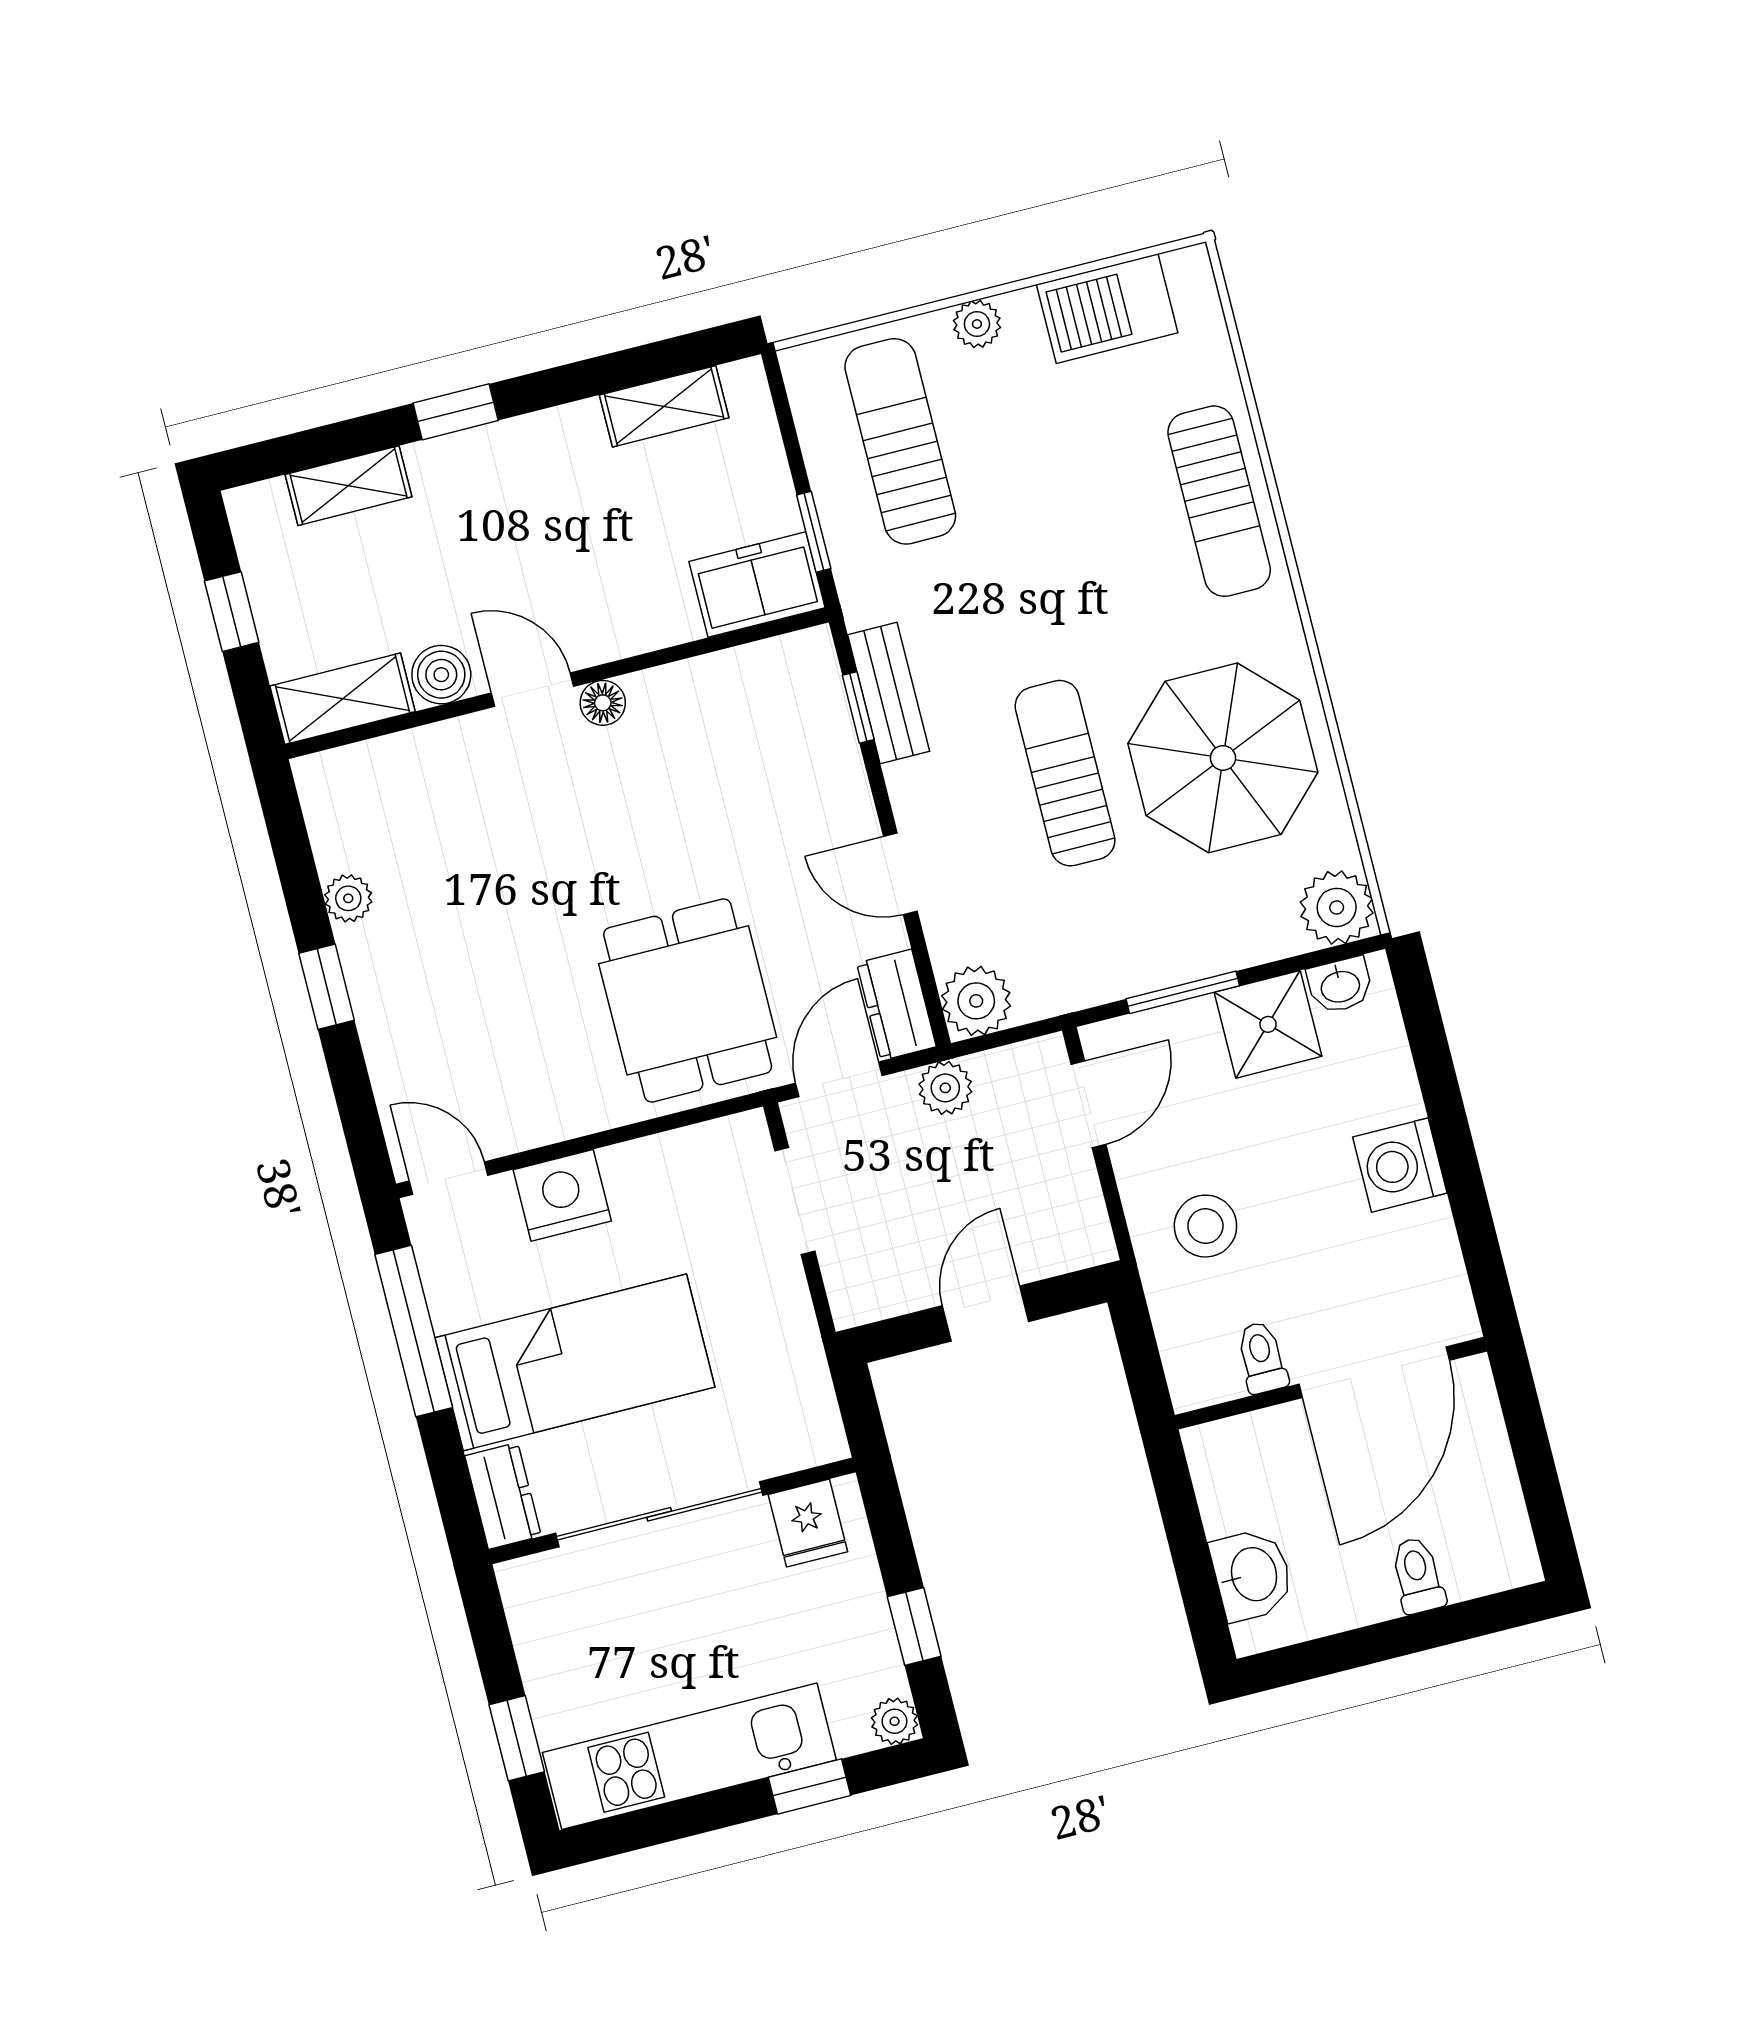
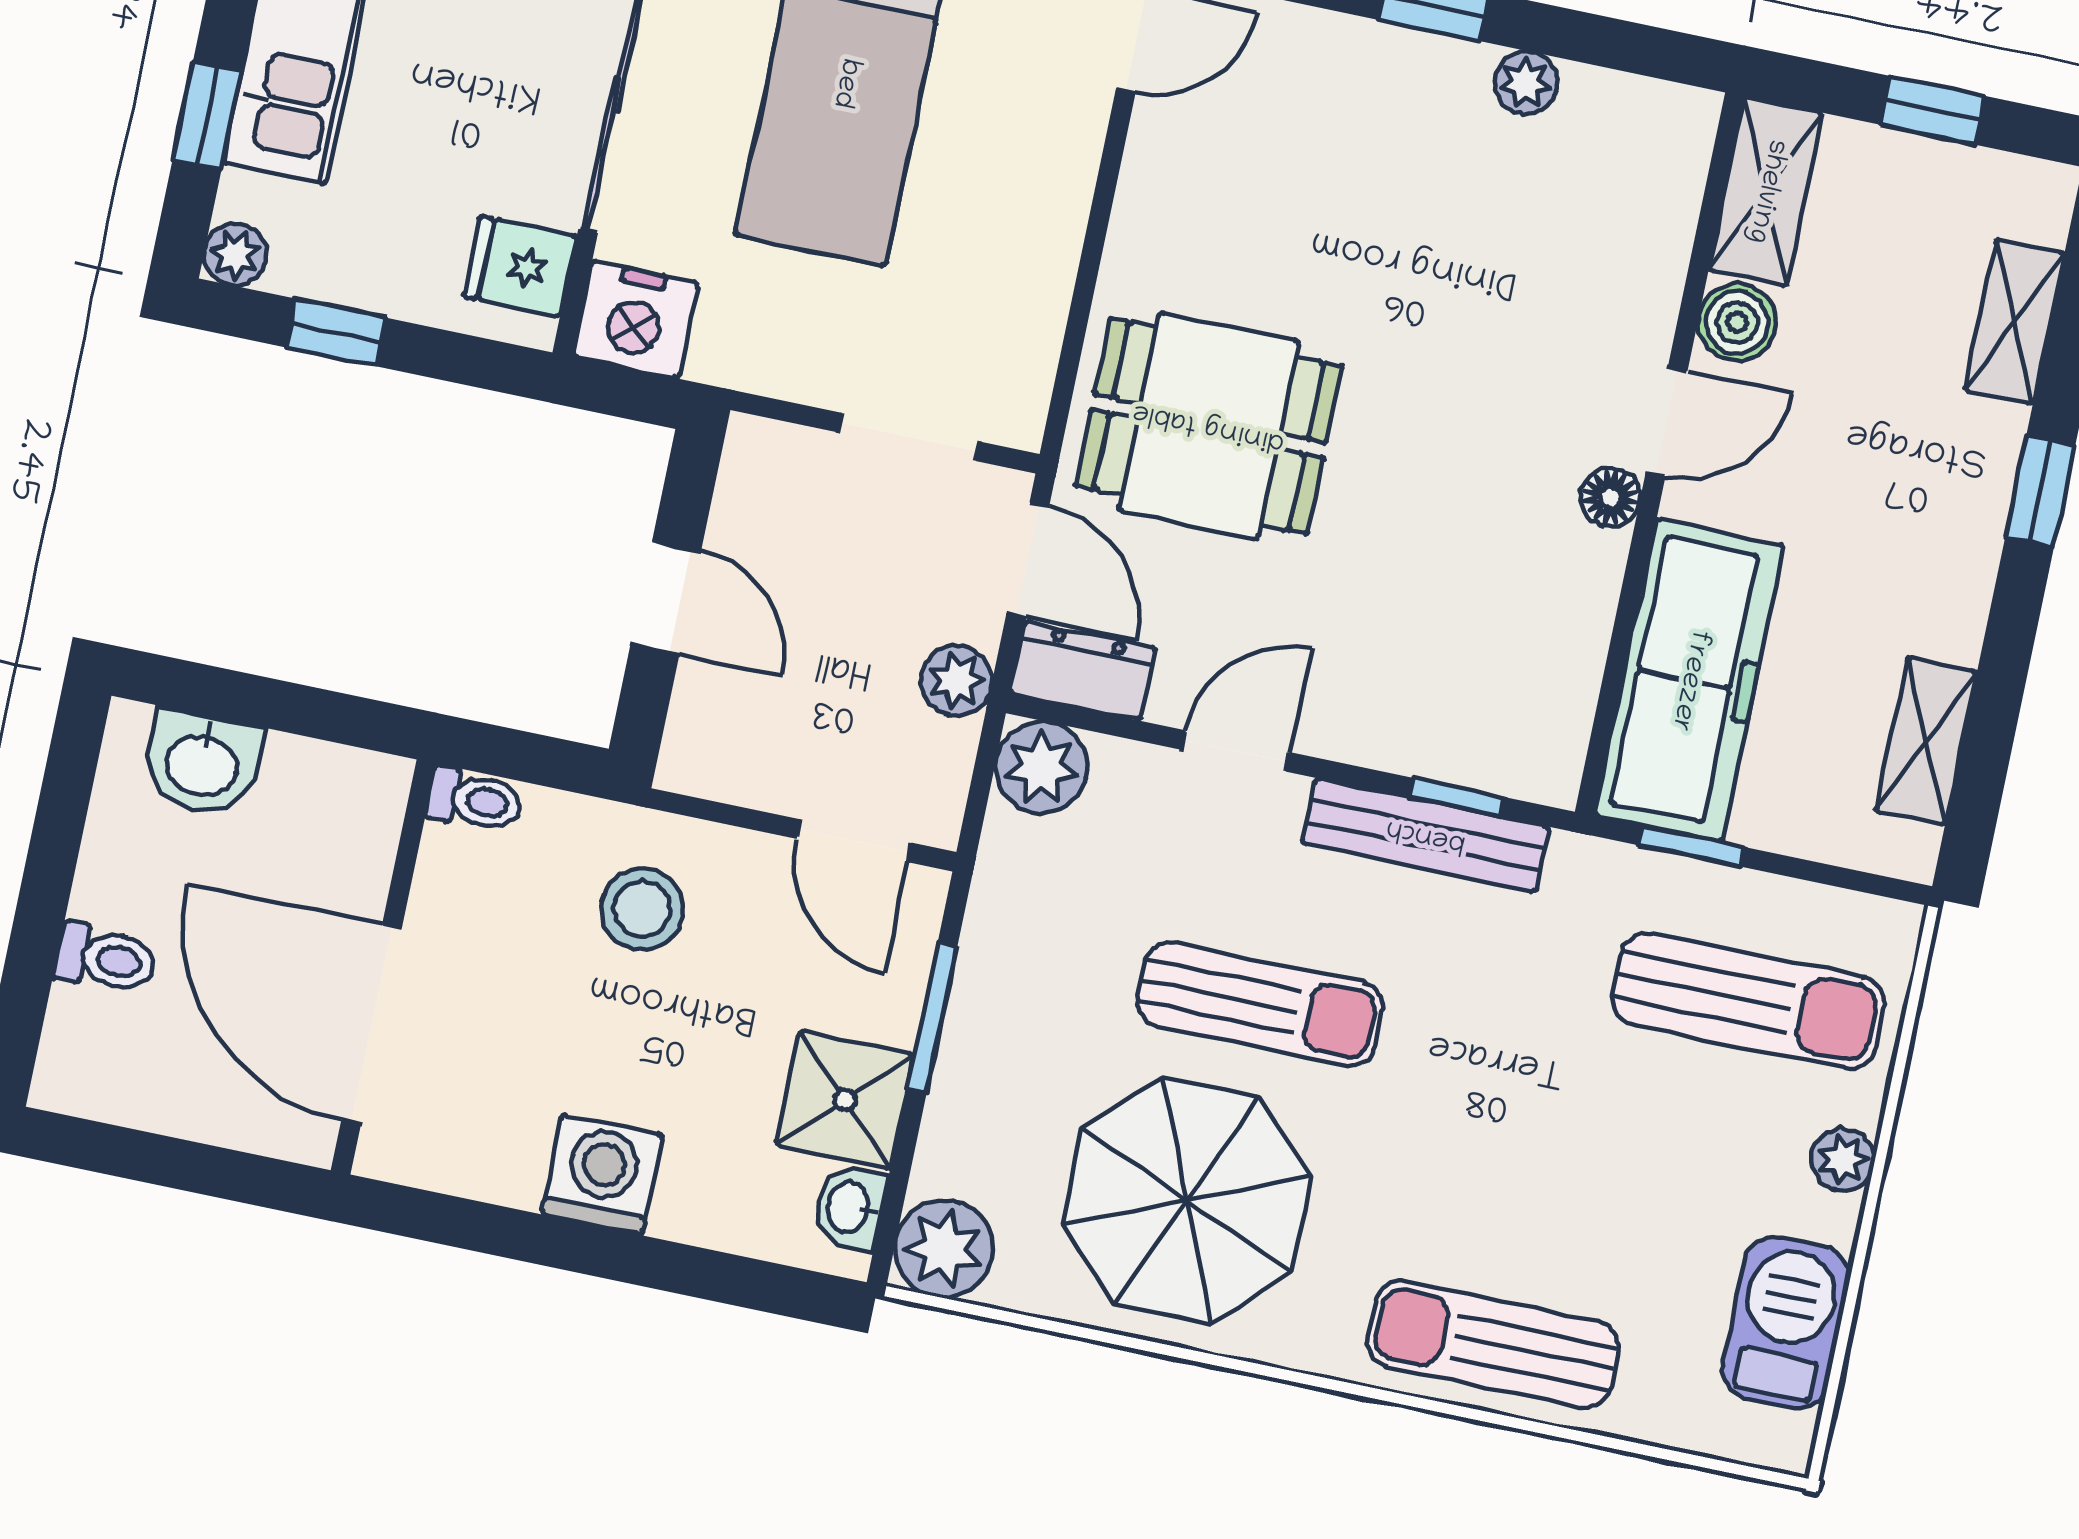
freezer: (757, 585) -> (1689, 680), width x1.91, depth x1.26
bench: (889, 693) -> (1426, 835), width x1.36
nightstand: (562, 1195) -> (635, 320), moved, turned 90
toilet: (1262, 1357) -> (475, 800), moved

